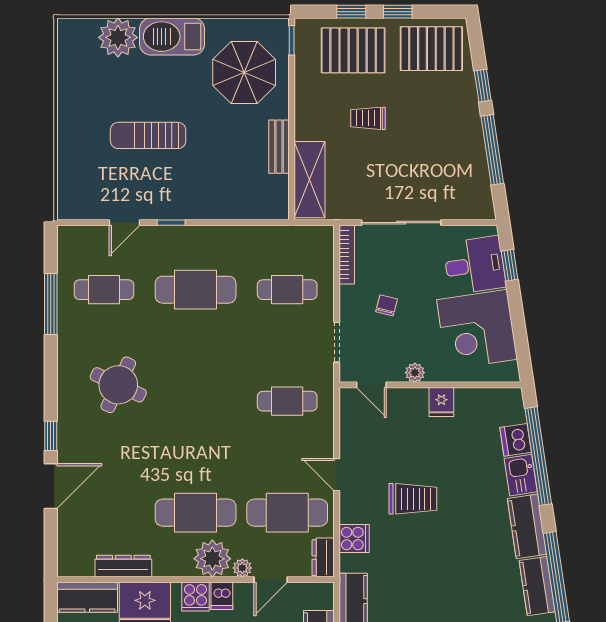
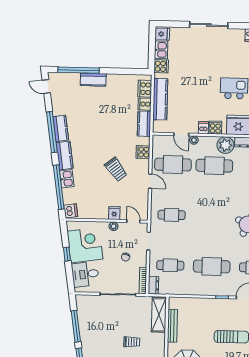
bench: (279, 147) -> (172, 326), width x1.36
window: (510, 265) -> (67, 254), moved
fridge: (441, 402) -> (114, 213), moved
dishwasher: (516, 440) -> (71, 211), moved
trolley: (413, 499) -> (116, 169), turned -128
dresser: (323, 558) -> (153, 285), moved
plant: (212, 559) -> (225, 145), moved
door: (271, 580) -> (181, 134), swing flipped

